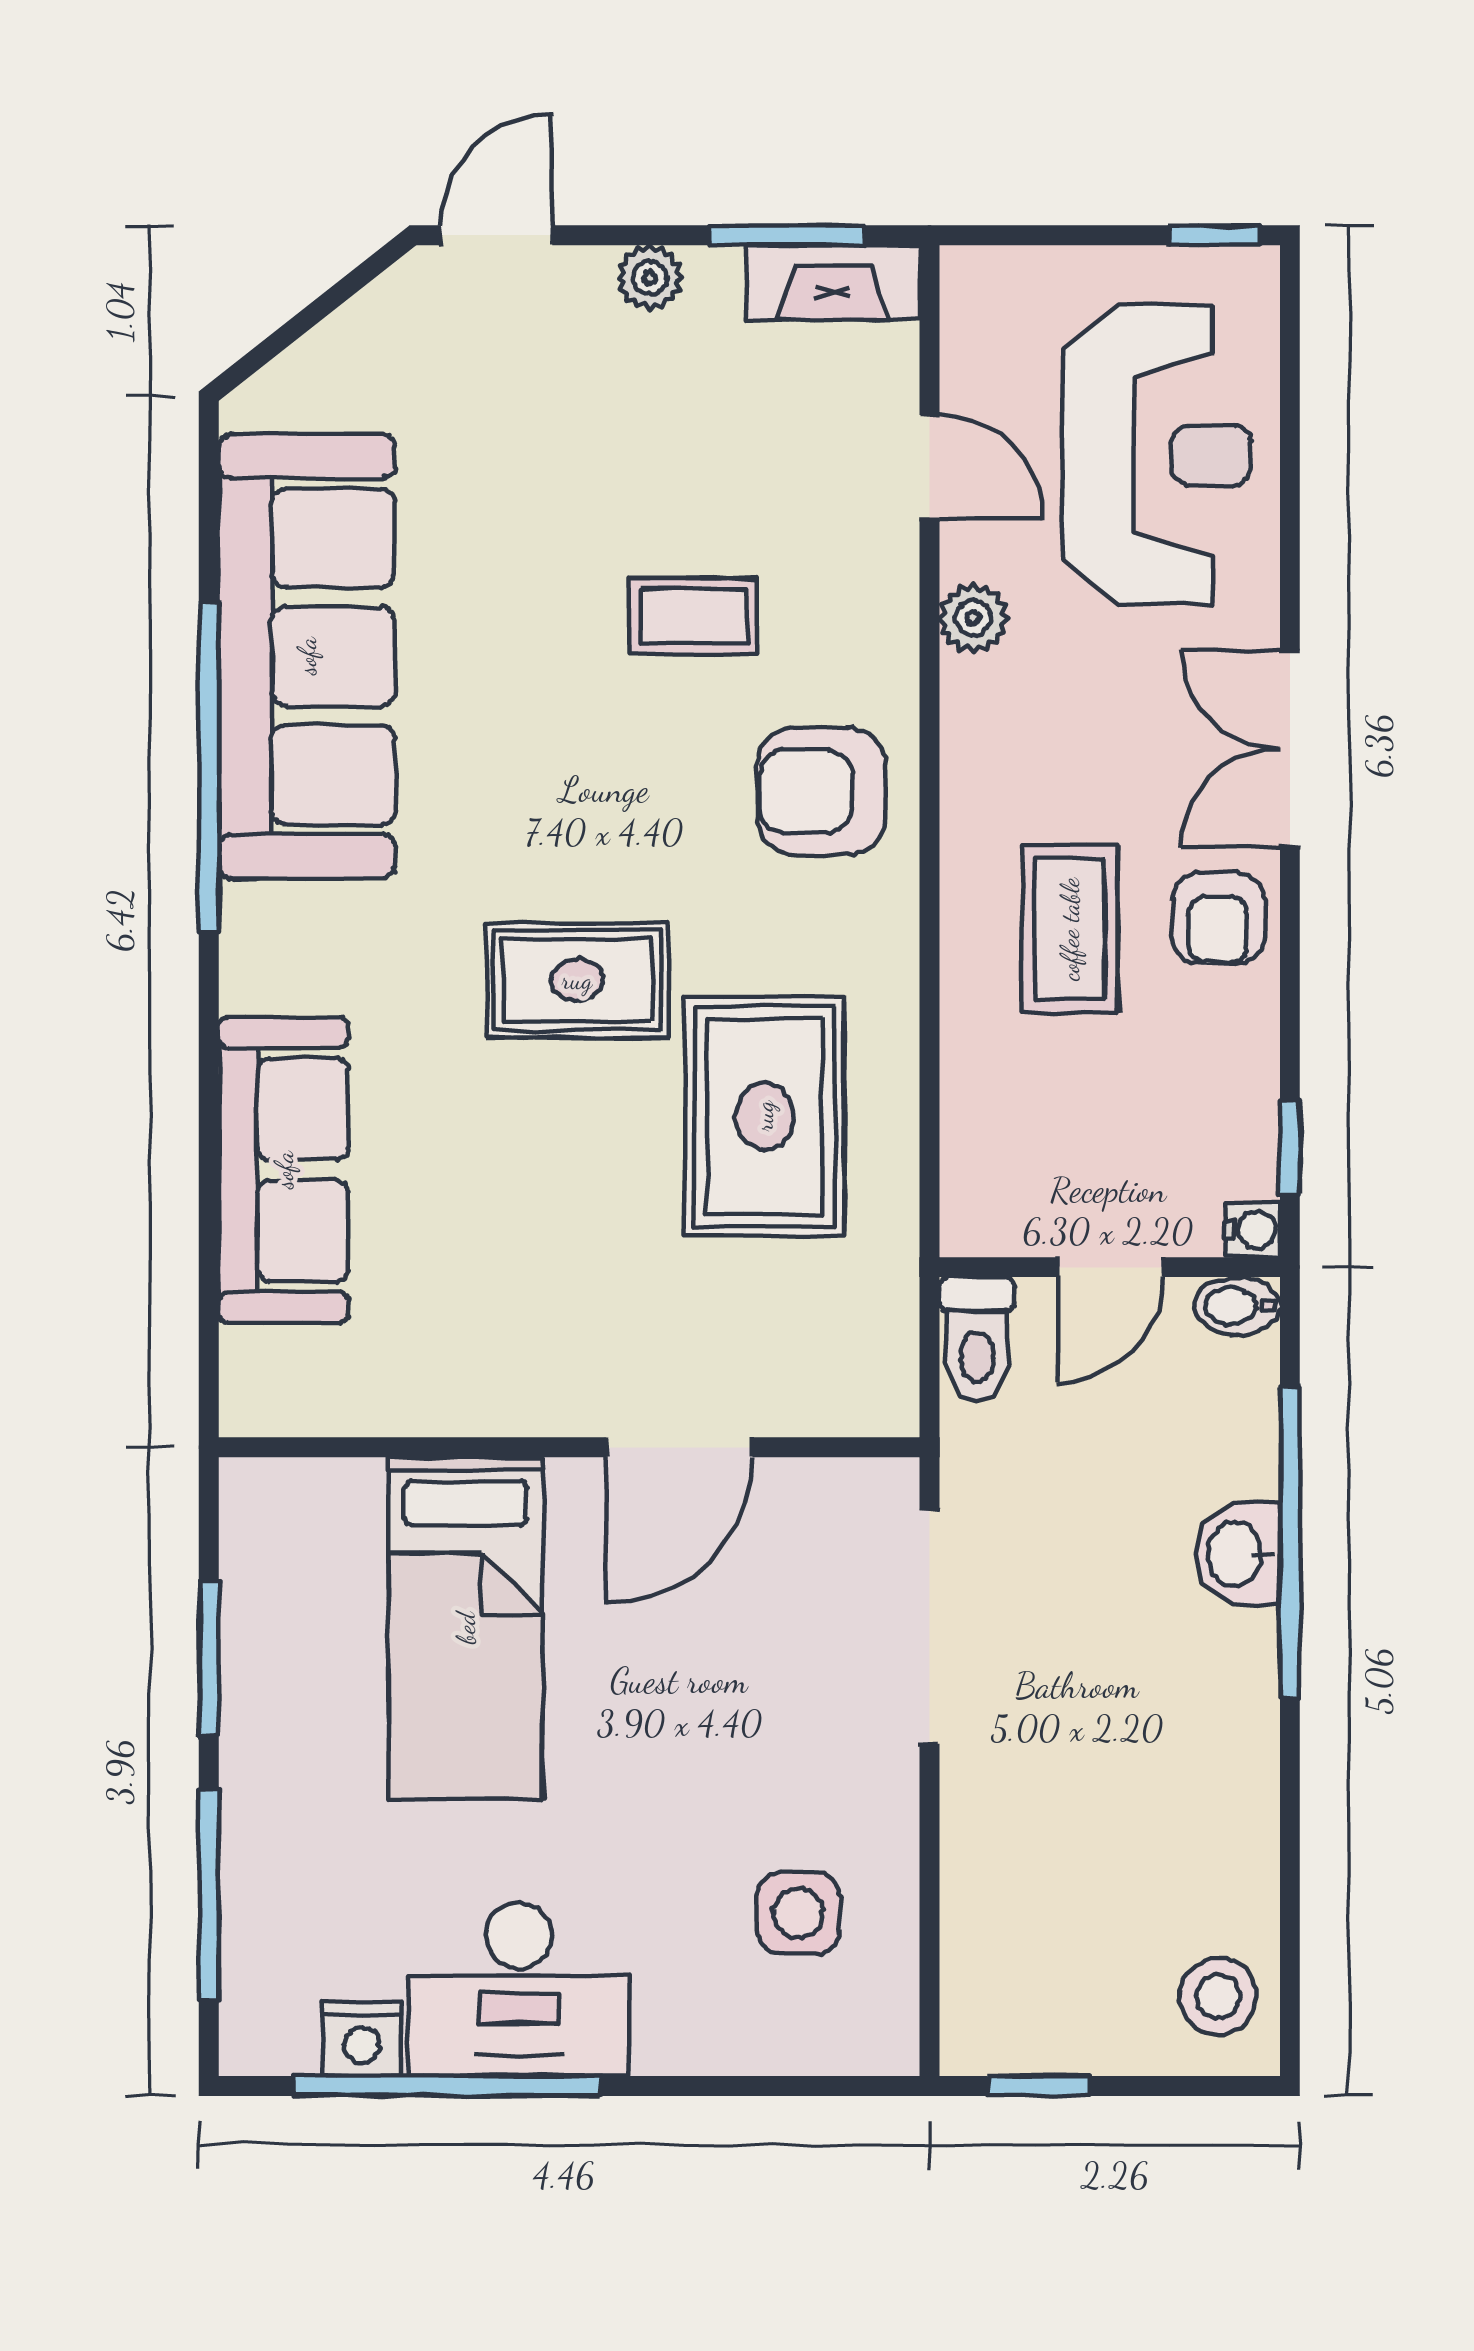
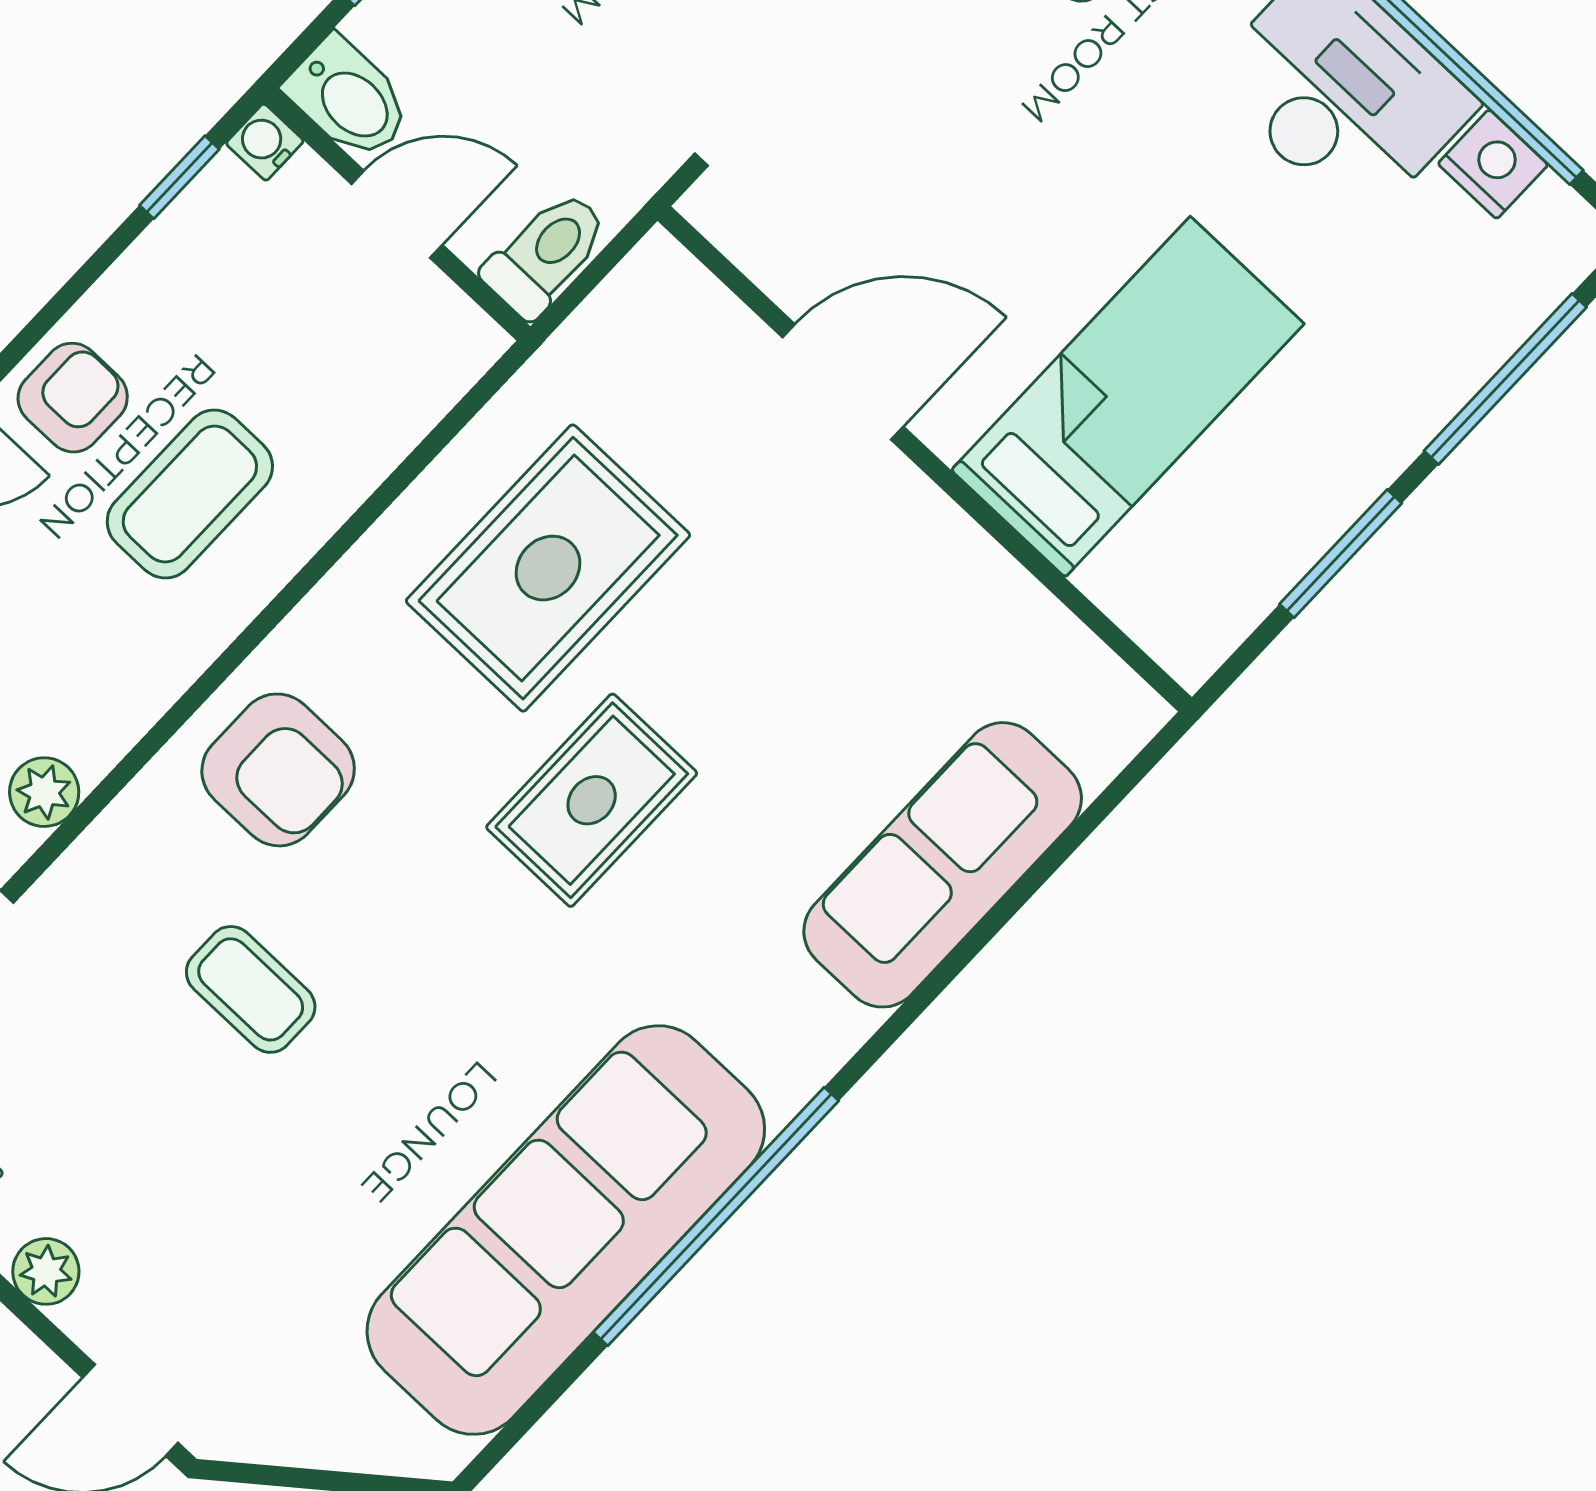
rug: (577, 980) -> (592, 800), turned 90
bidet: (1237, 1306) -> (349, 99), width x1.38, depth x1.36

